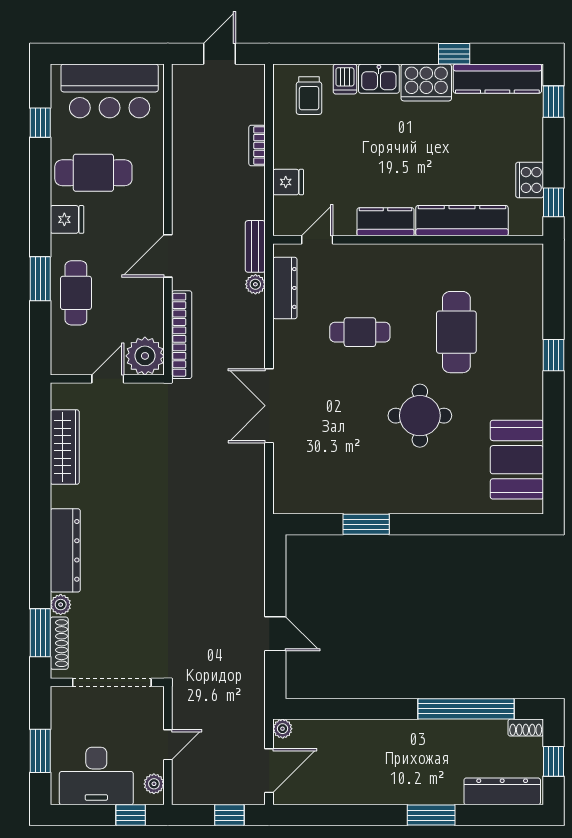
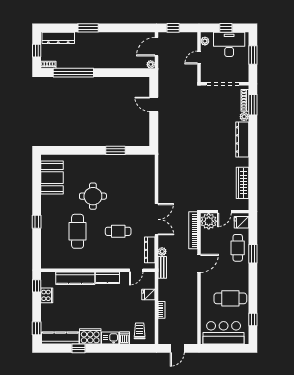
fridge: (67, 219) -> (241, 222), moved
double door: (269, 406) -> (156, 219), moved
window: (131, 815) -> (226, 28), moved

